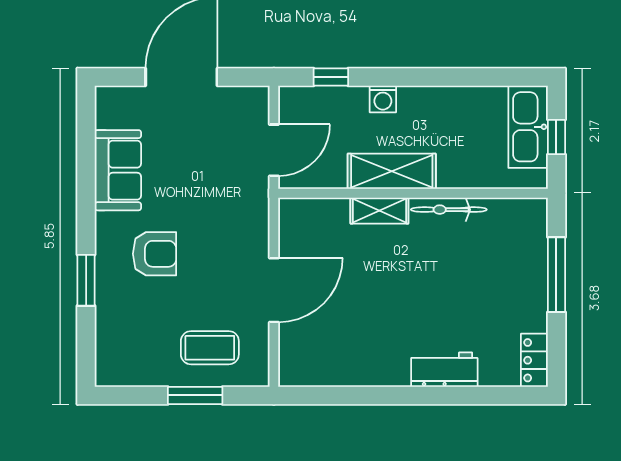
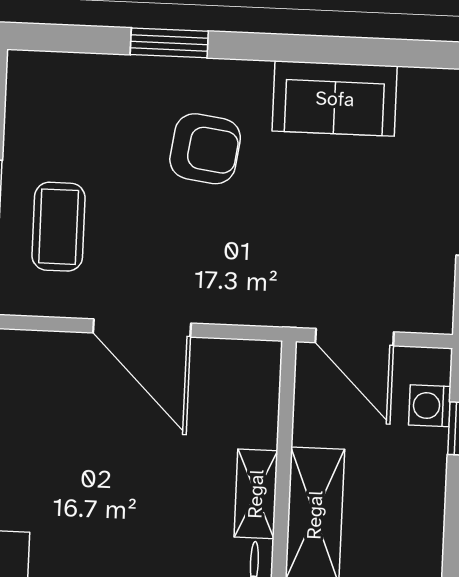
washing machine: (383, 99) -> (430, 406), moved
armchair: (155, 254) -> (205, 149), turned -82

